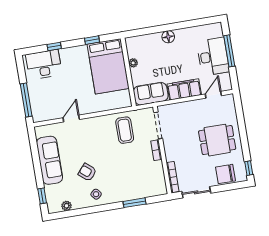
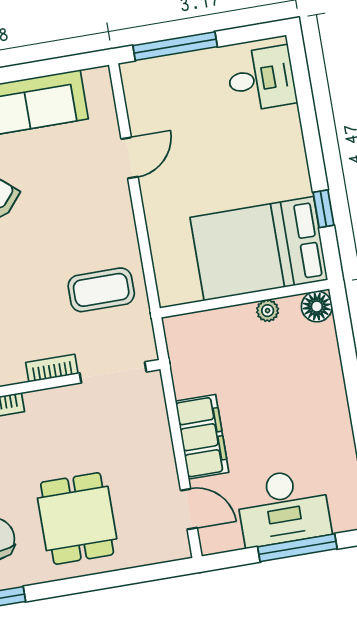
floor lamp: (168, 37) -> (317, 306), moved
window: (54, 47) -> (308, 115), removed
desk: (44, 64) -> (261, 79), width x0.73
sofa: (151, 94) -> (191, 354), removed
door: (71, 119) -> (130, 158), hinge flipped

